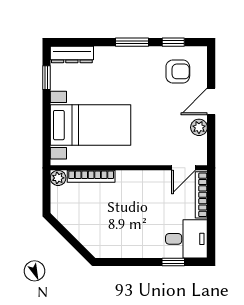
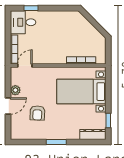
window: (173, 42) -> (31, 142), removed
armchair: (178, 71) -> (37, 113), moved, turned -88
plant: (58, 178) -> (101, 59), removed

